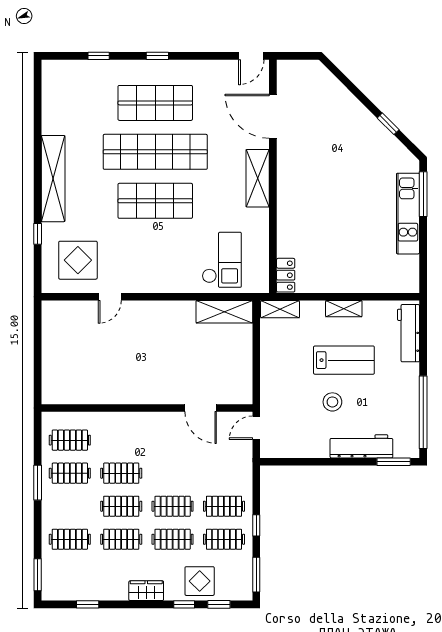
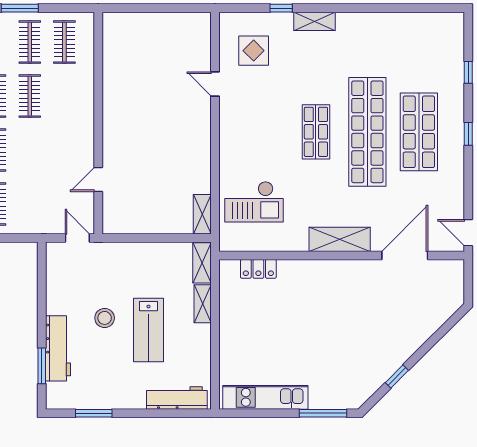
shelving: (53, 179) -> (315, 21), width x0.45, depth x0.75
shop shelf: (155, 201) -> (316, 132), width x0.70, depth x0.74
kitchen unit: (408, 214) -> (265, 397), moved
display table: (78, 260) -> (254, 51), width x0.73, depth x0.73
locker: (286, 275) -> (258, 269), moved
shelving: (344, 309) -> (203, 304), moved
shelving: (224, 312) -> (202, 214), width x0.67, depth x0.75
door: (201, 408) -> (98, 180), width x0.73
window: (423, 412) -> (94, 413), width x0.47
window: (394, 462) -> (42, 366), moved

